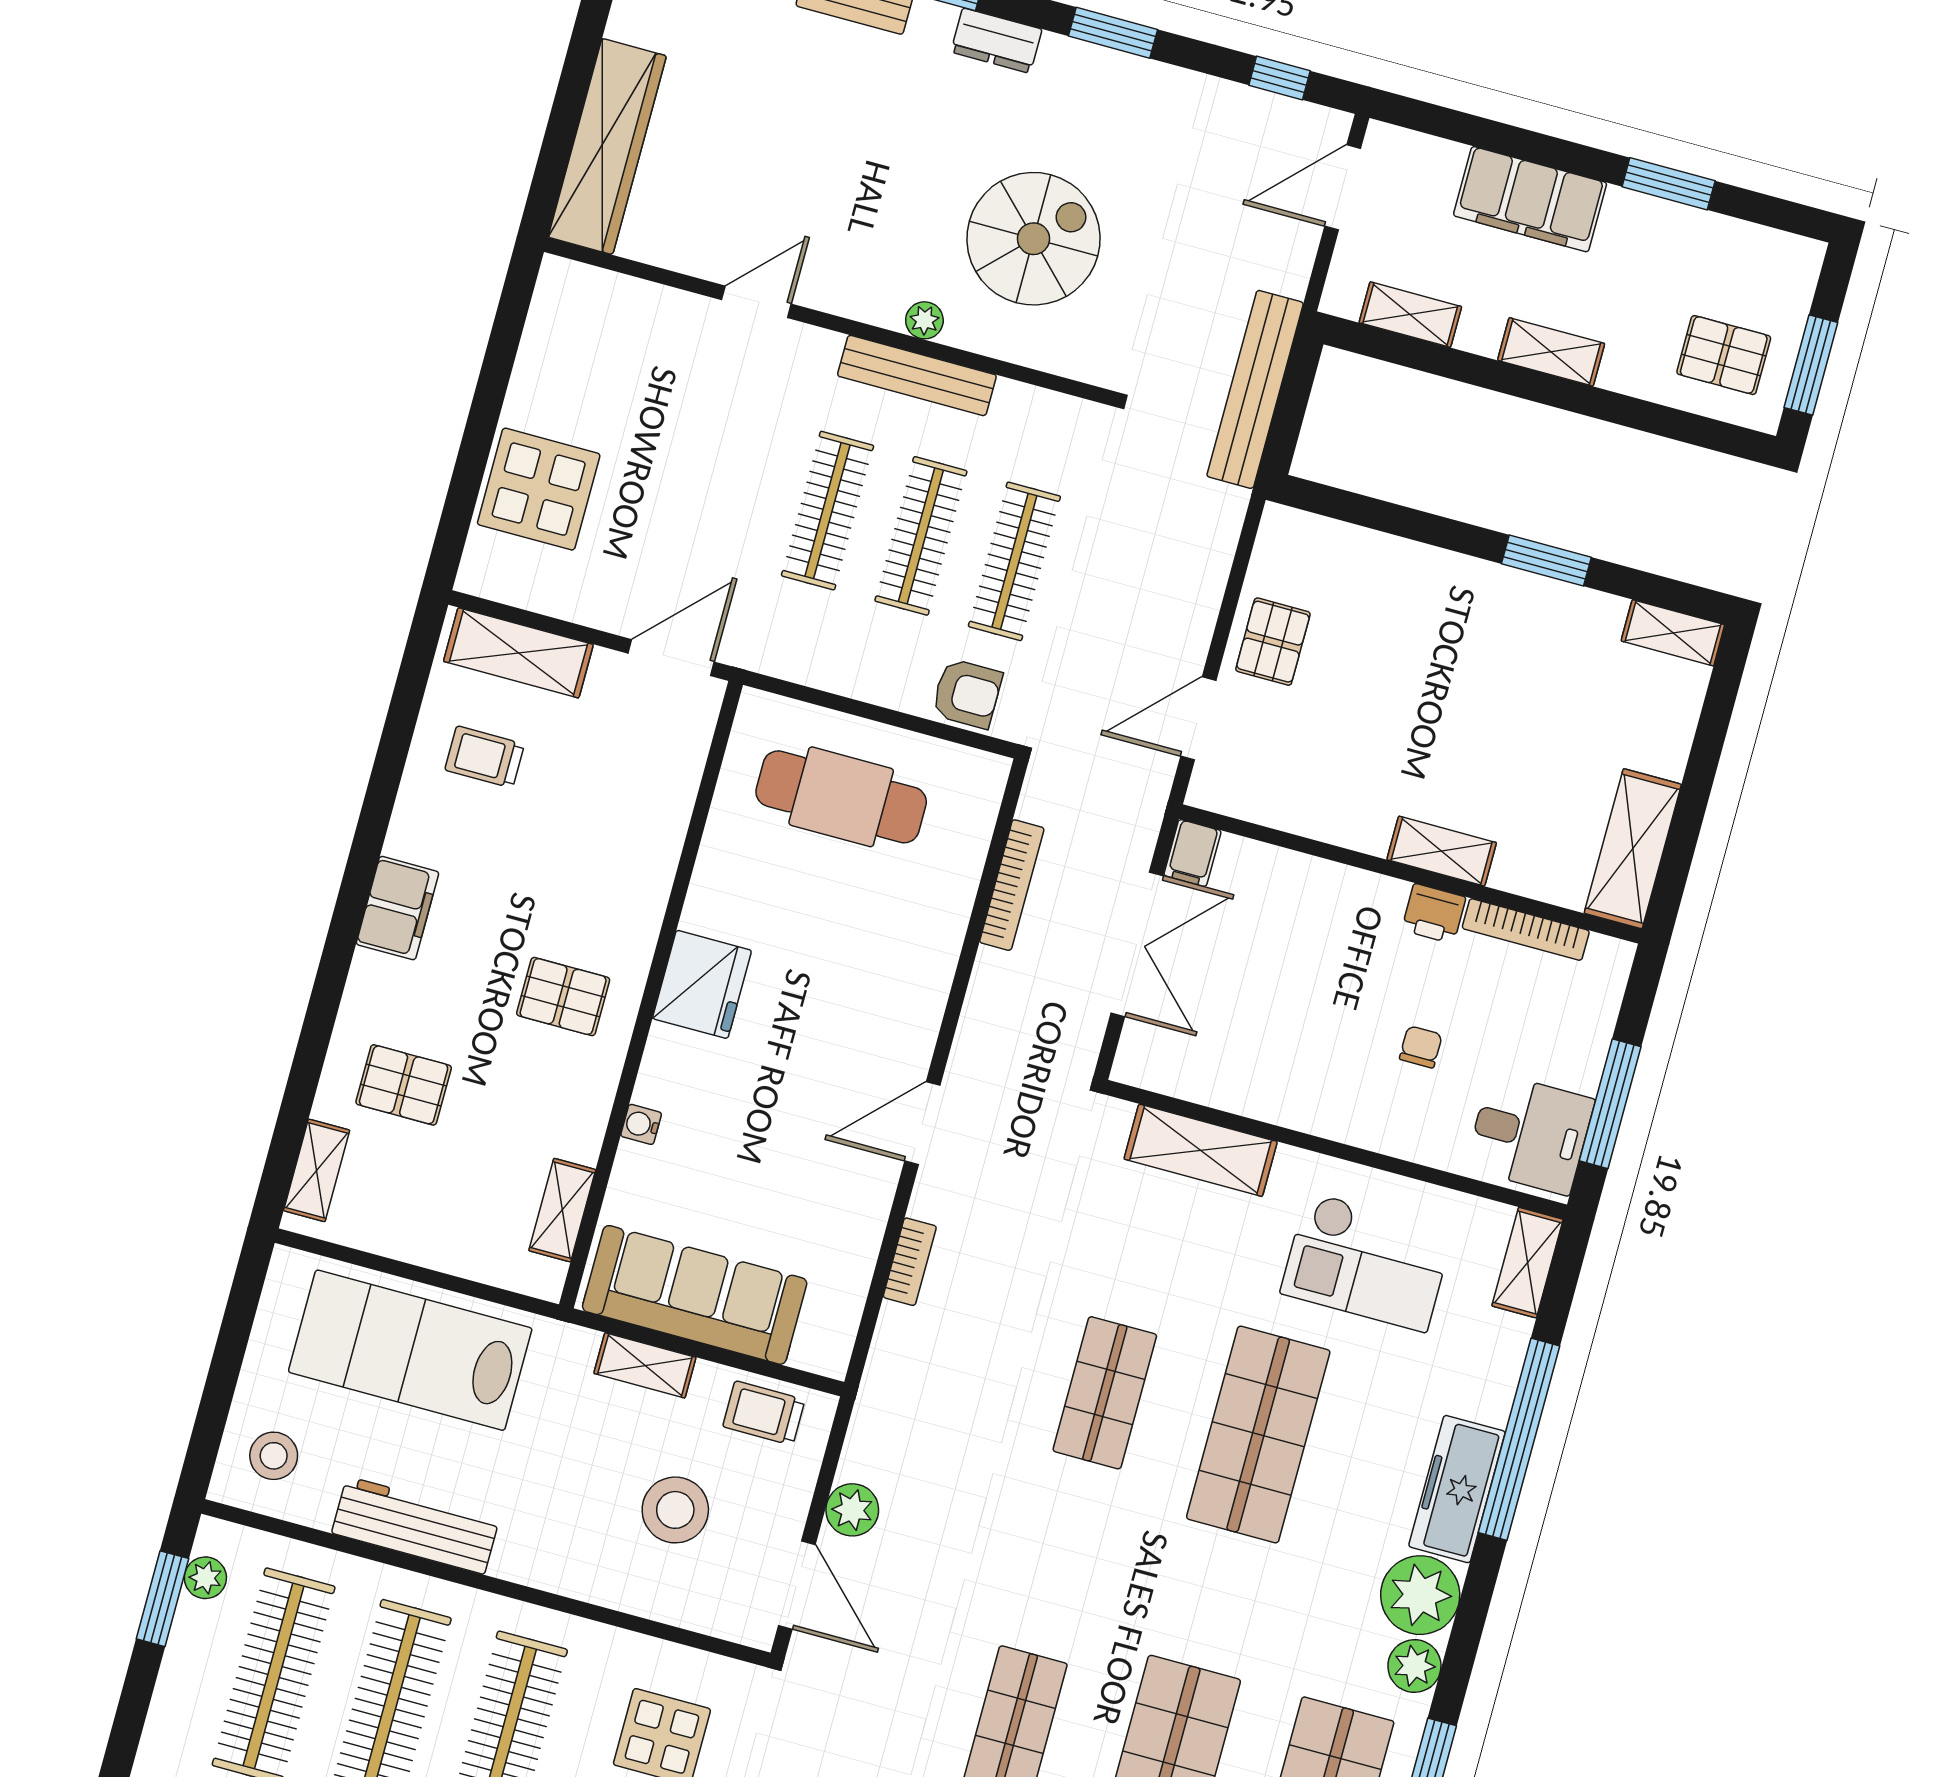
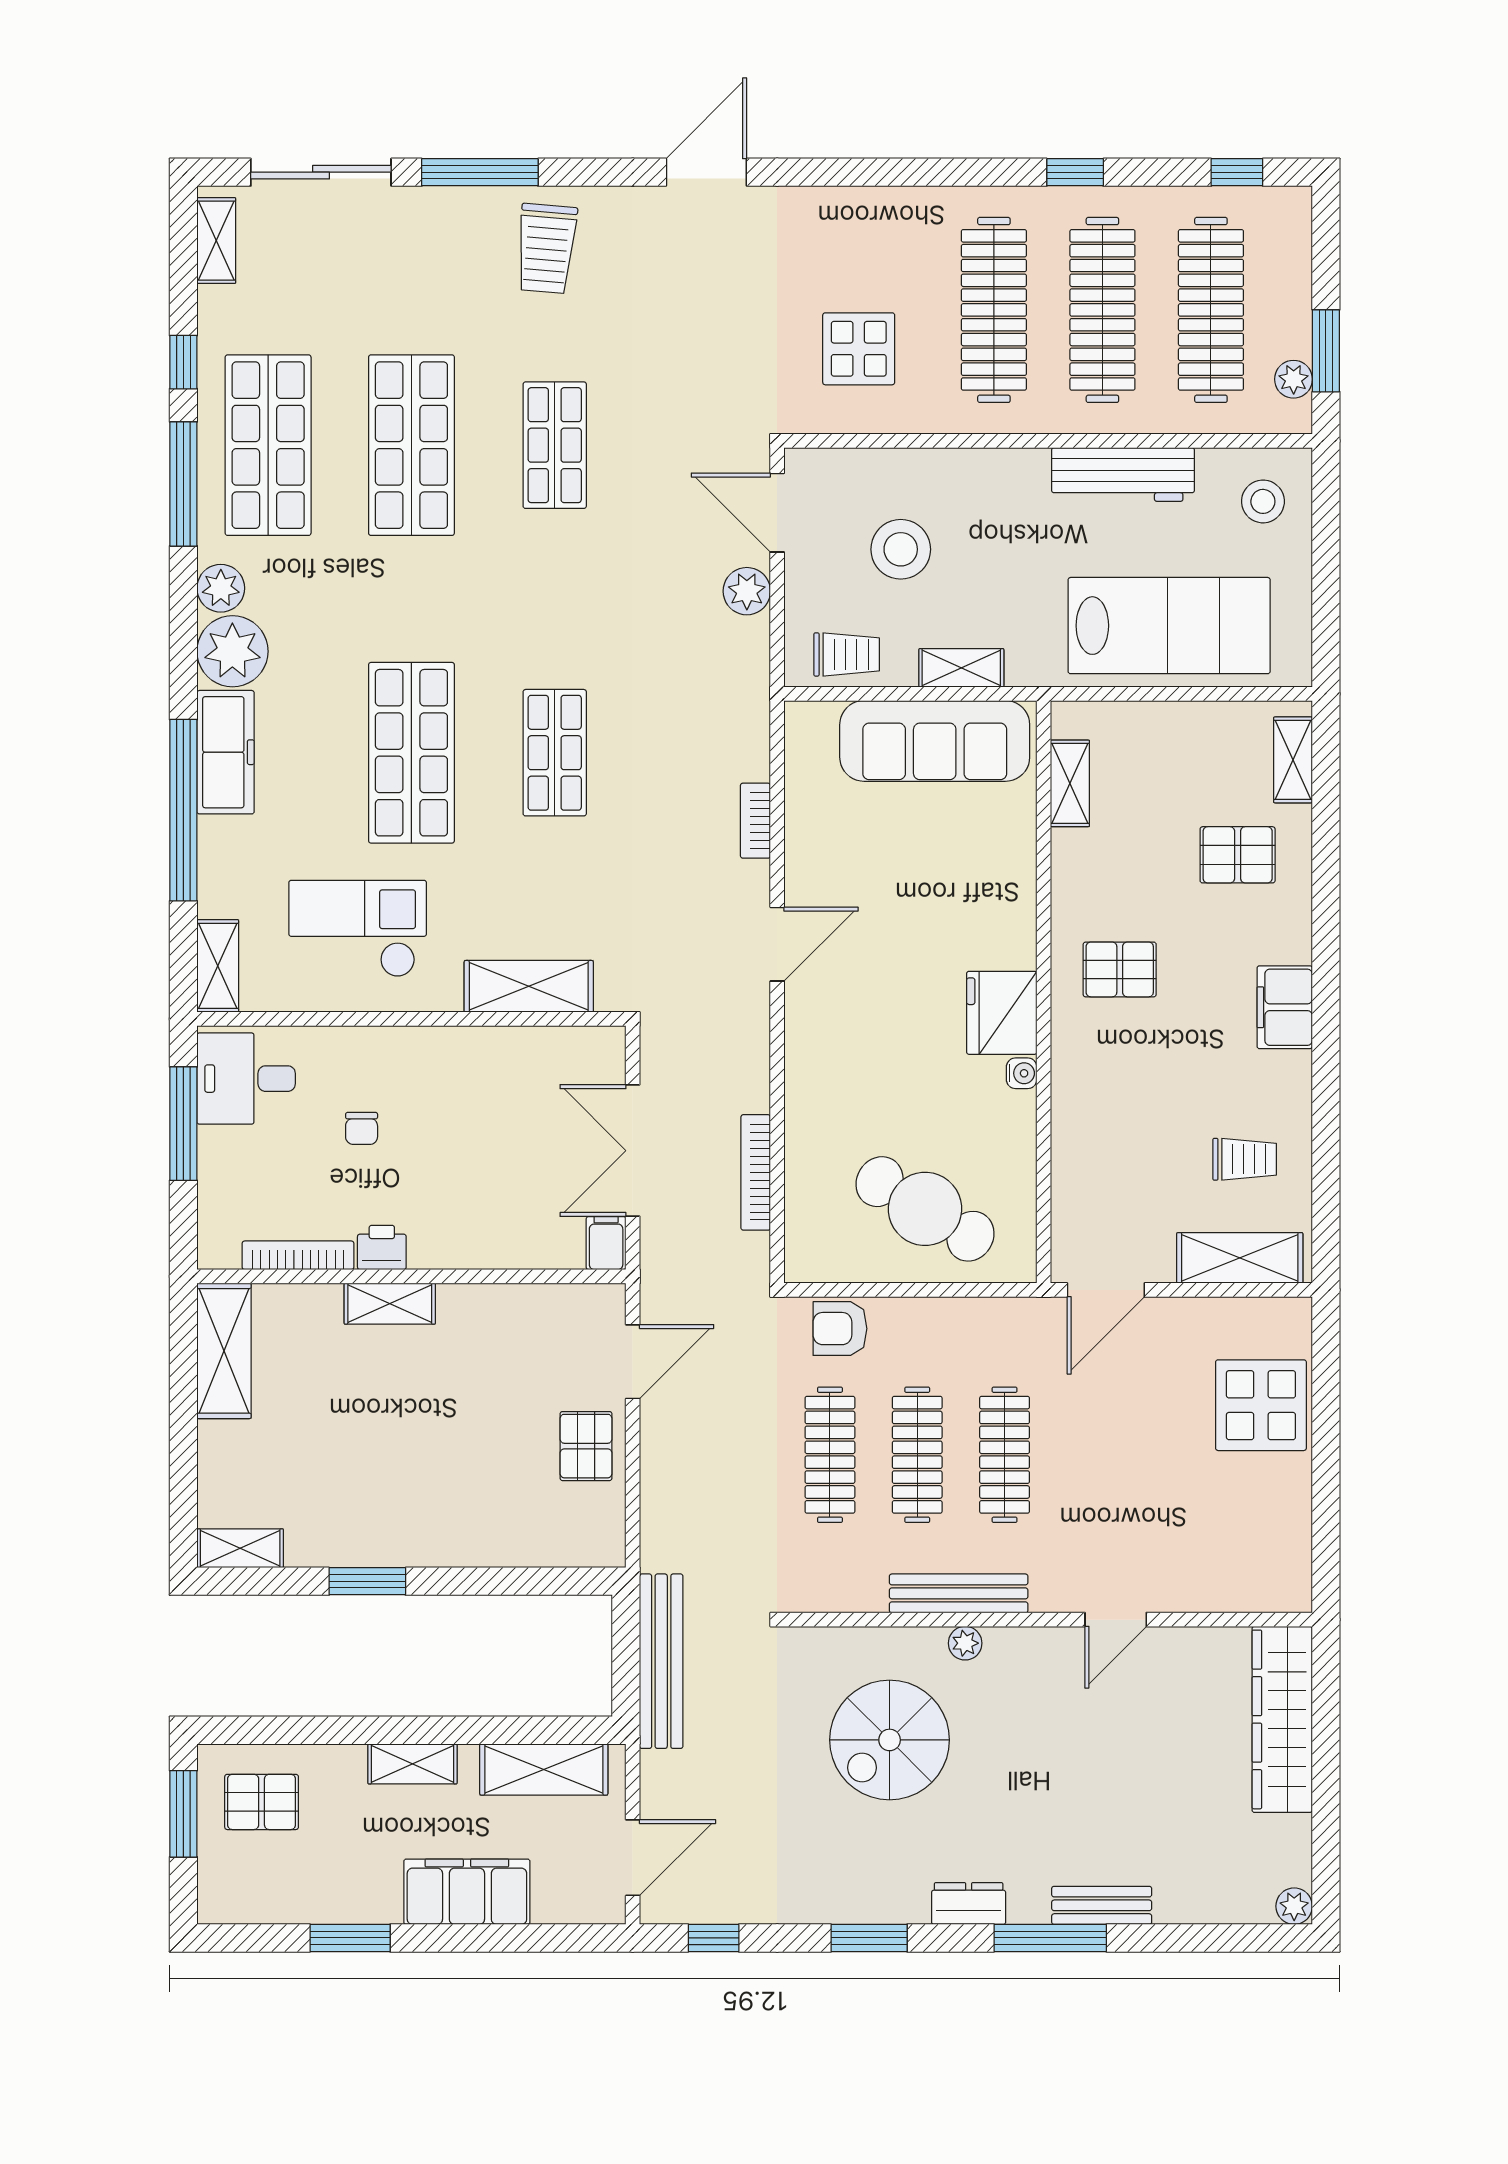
shelving: (1410, 315) -> (544, 1769), width x1.50, depth x1.33
cafe table: (841, 797) -> (925, 1209), turned 31
water cooler: (641, 1124) -> (1022, 1073), moved

